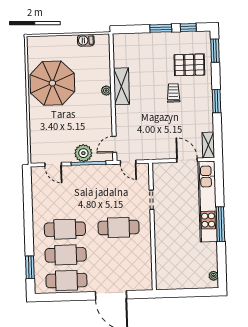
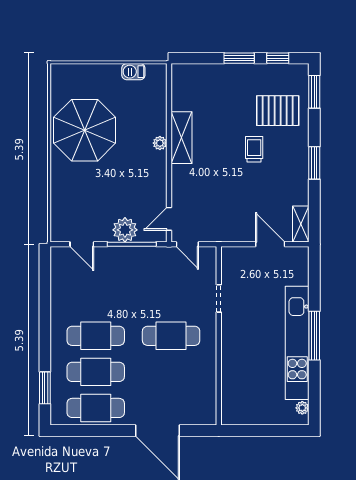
kitchen unit: (208, 202) -> (297, 343), moved

